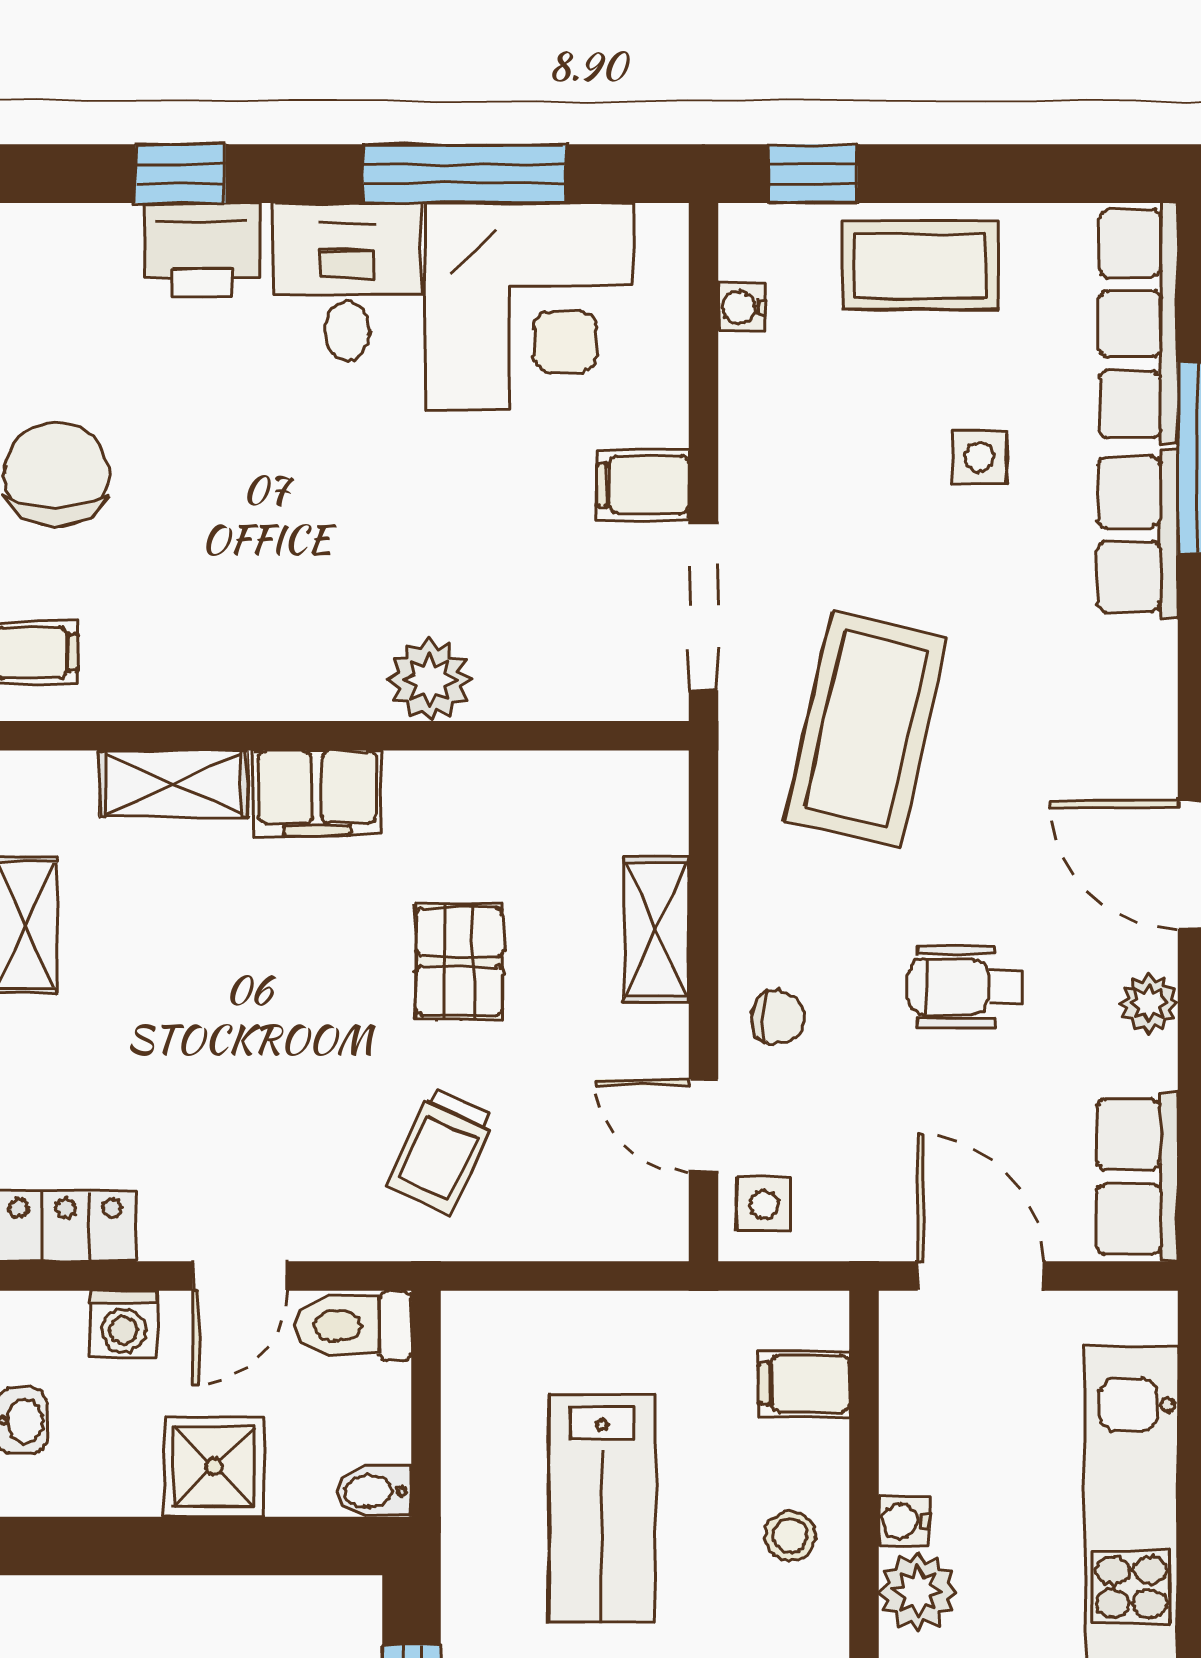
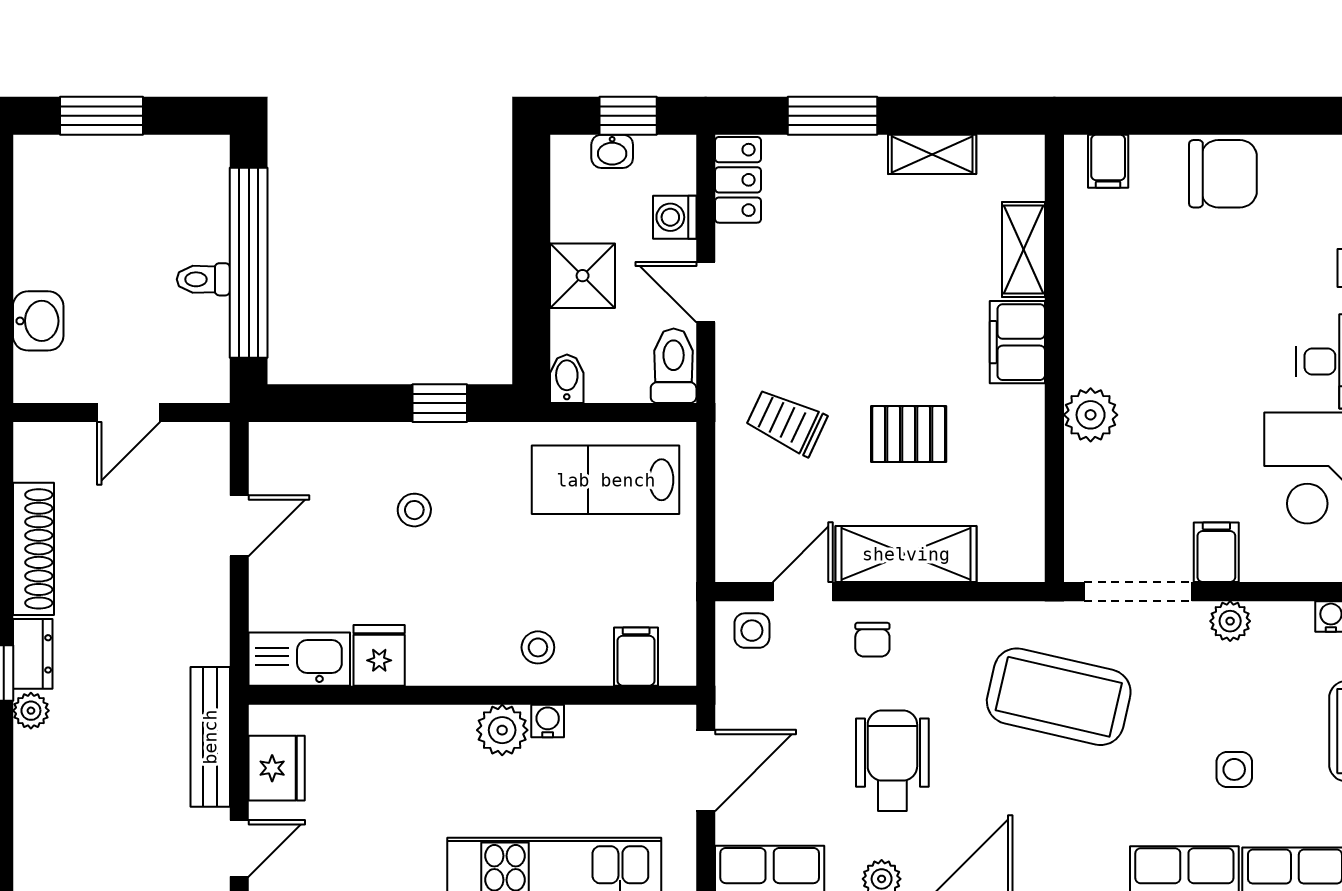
plant: (749, 464) -> (1230, 621), added
shelving: (656, 929) -> (906, 554), width x1.50, depth x1.33
wheelchair: (965, 987) -> (892, 761), width x1.36, depth x1.37
lab bench: (602, 1509) -> (606, 480), moved

